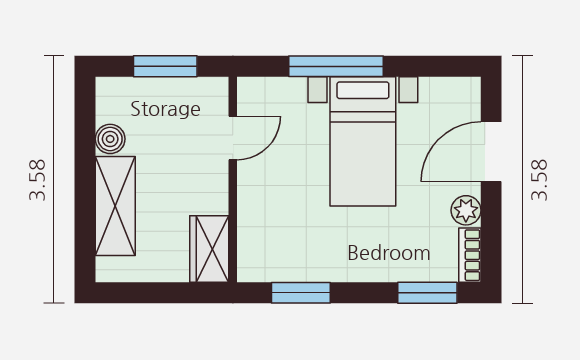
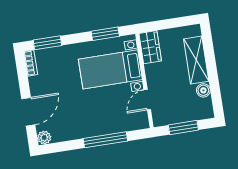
bed with nightstands: (363, 141) -> (110, 69), moved, turned -90
plant: (466, 210) -> (44, 138), moved

